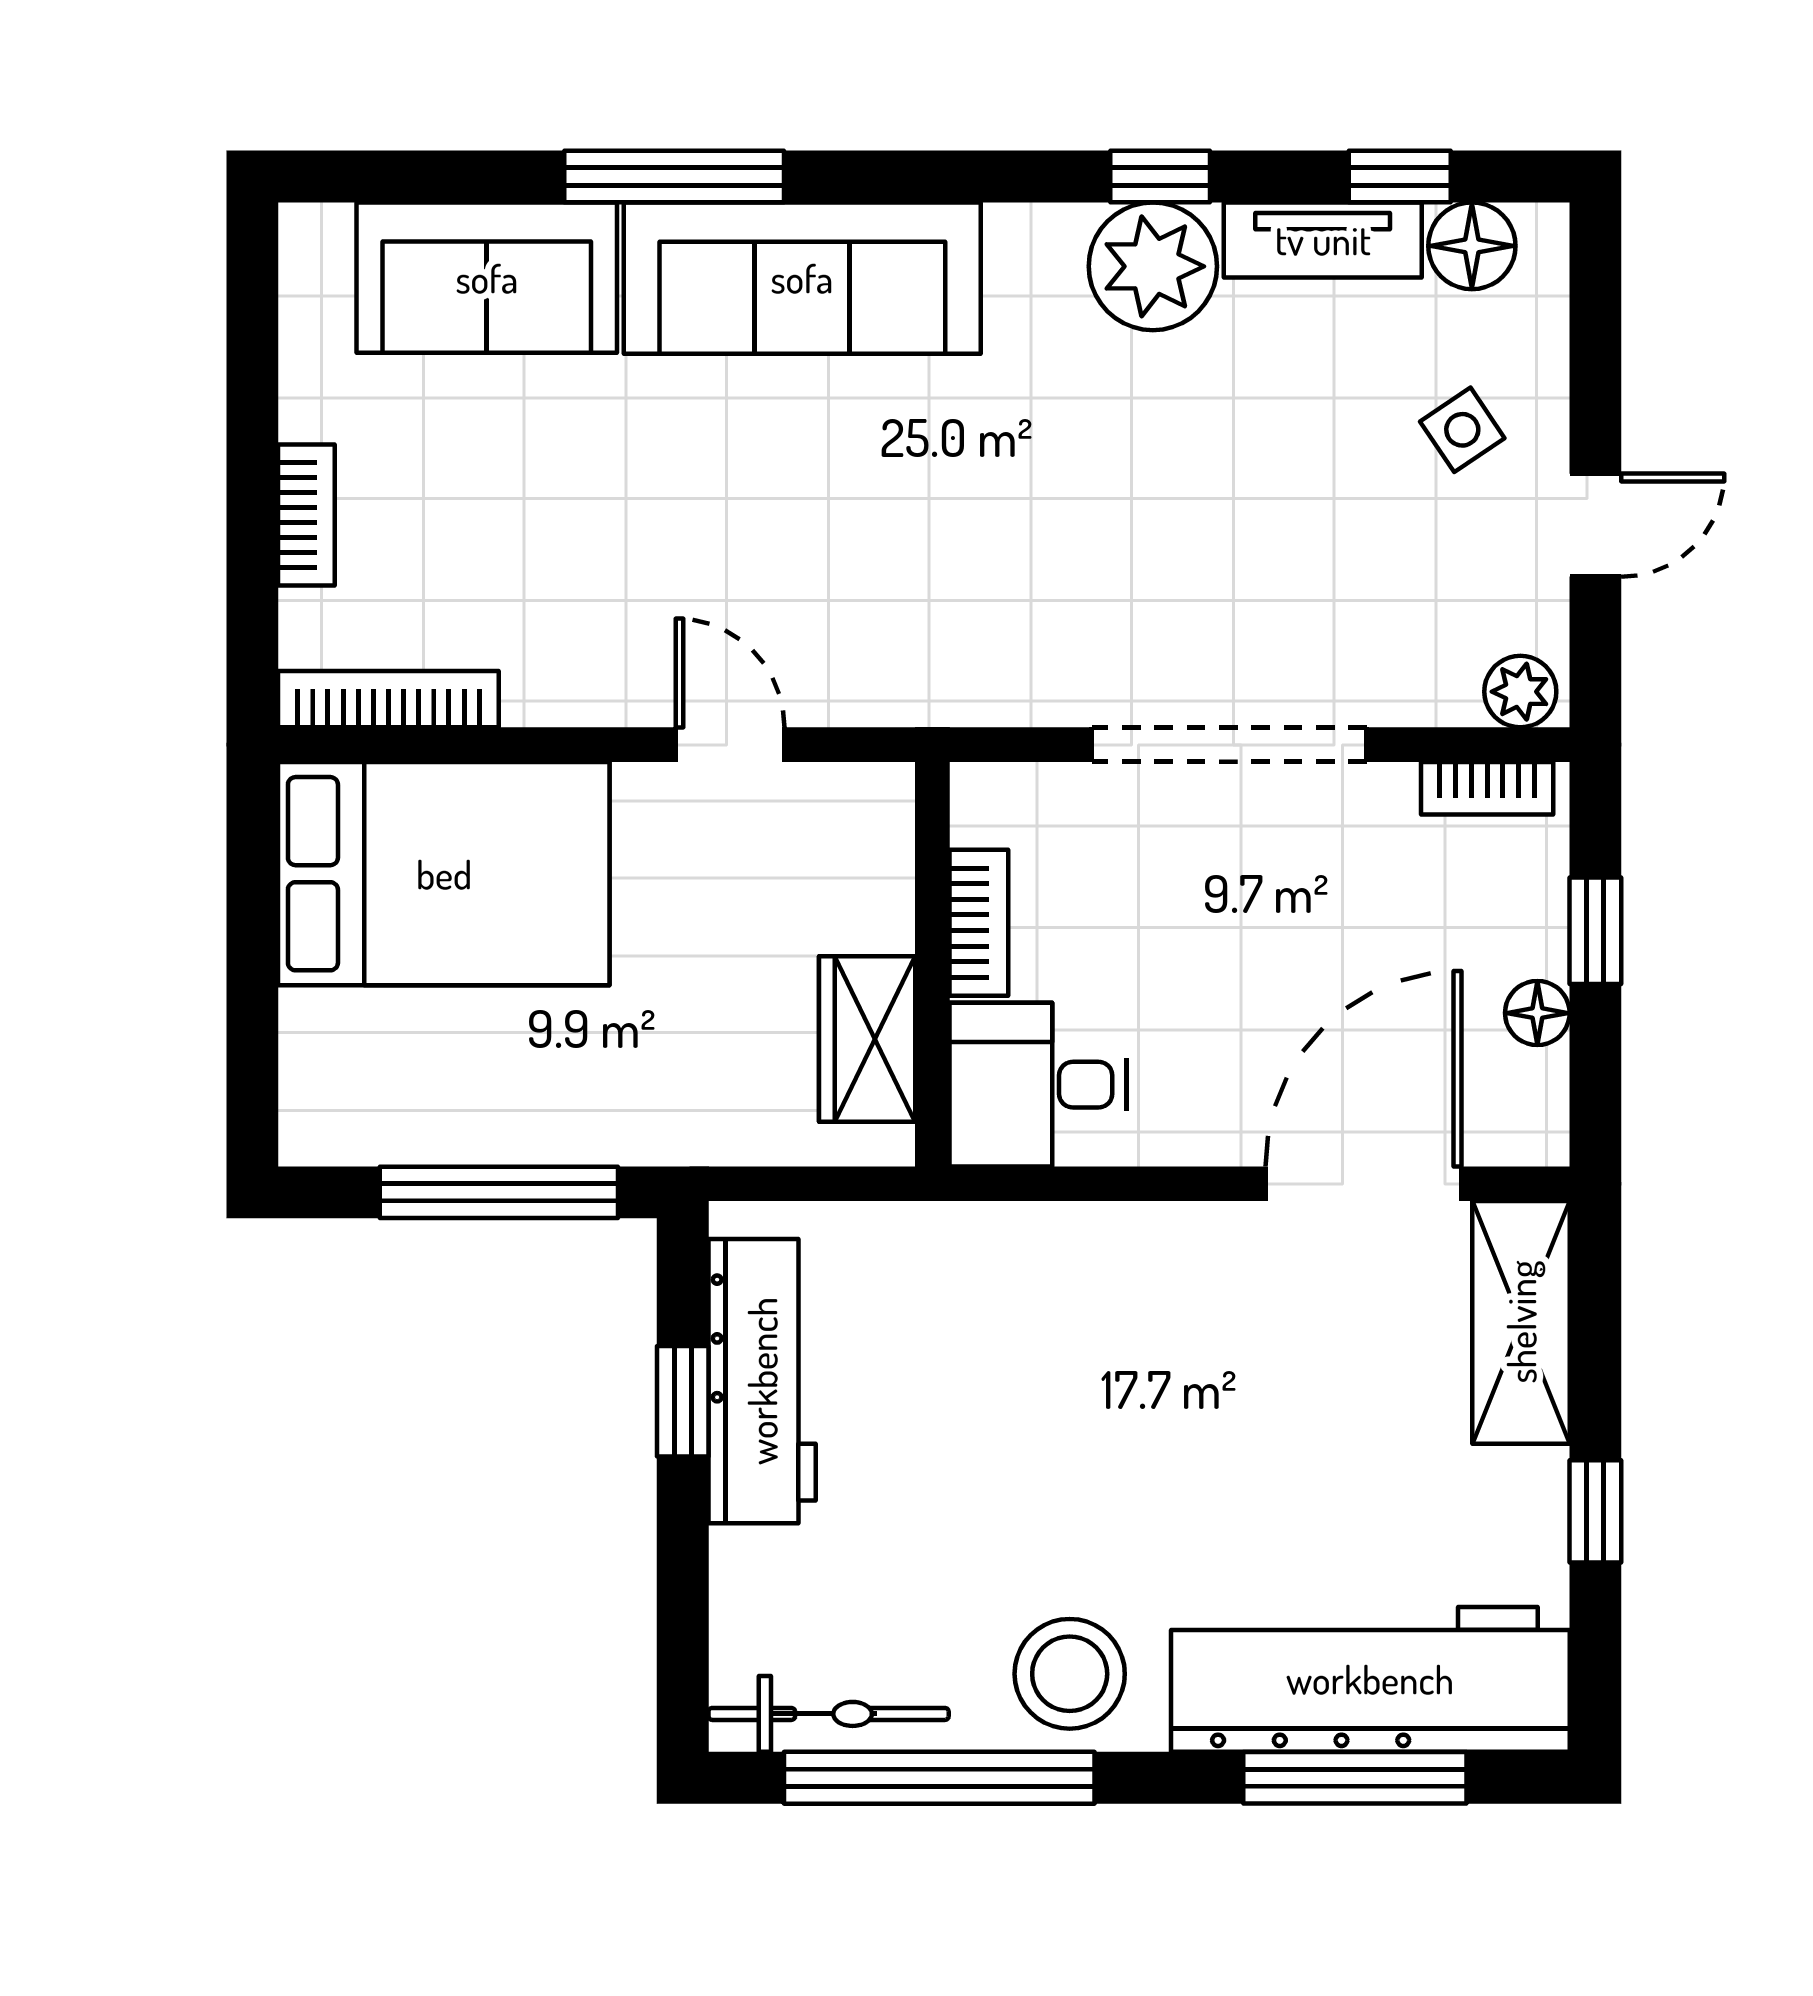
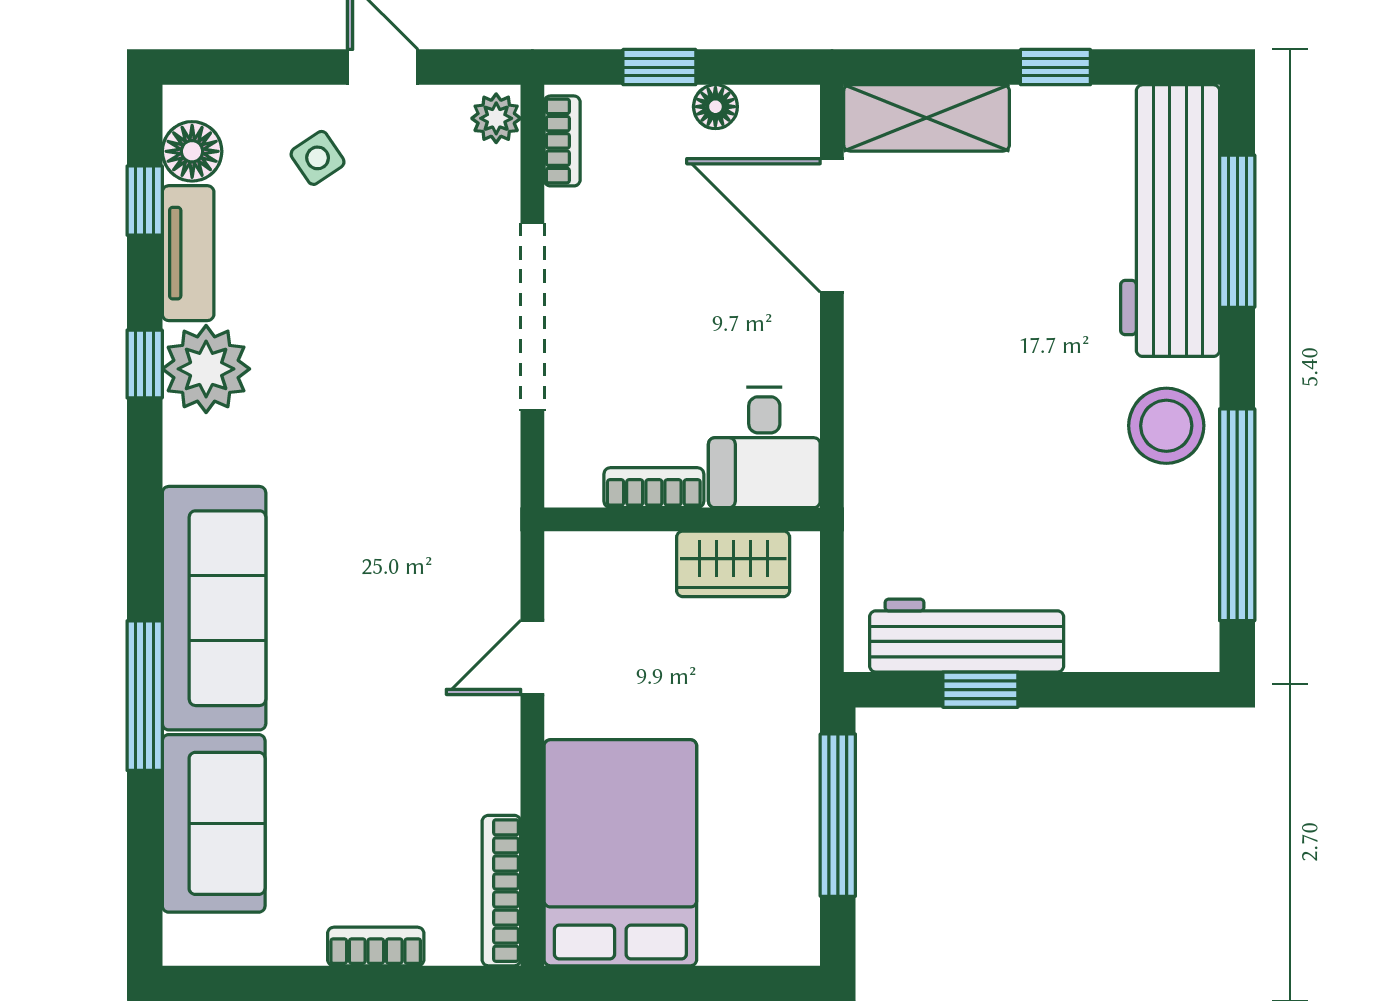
bicycle: (829, 1714) -> (1194, 590), removed

